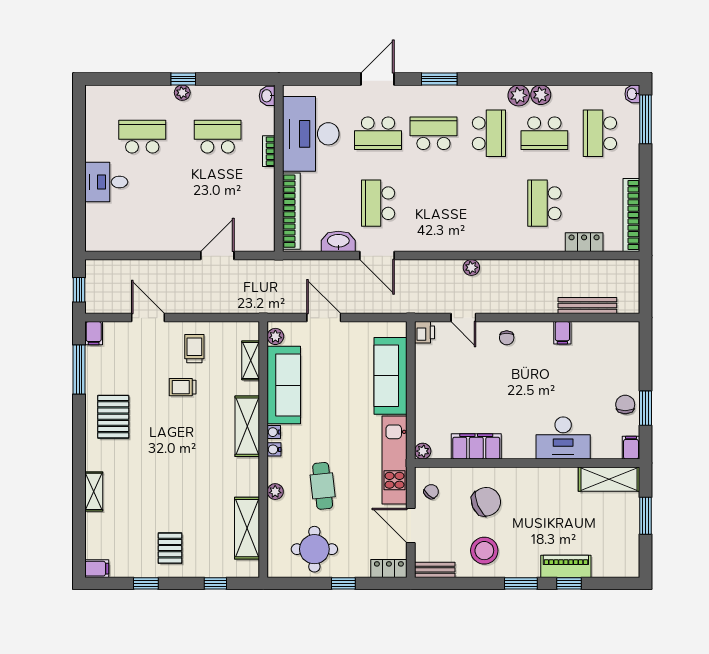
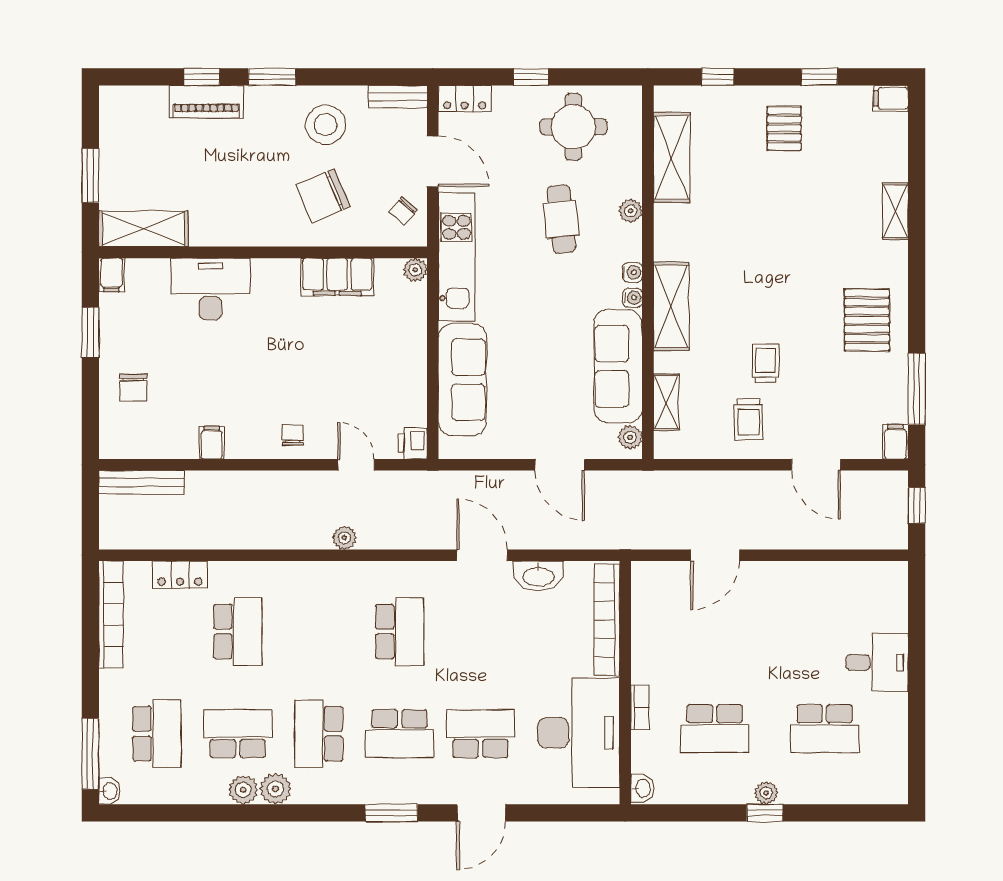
school desk: (378, 203) -> (400, 632), moved
bench: (587, 306) -> (142, 482), moved
trolley: (183, 387) -> (766, 363), turned -90
chair: (625, 405) -> (133, 388), moved

